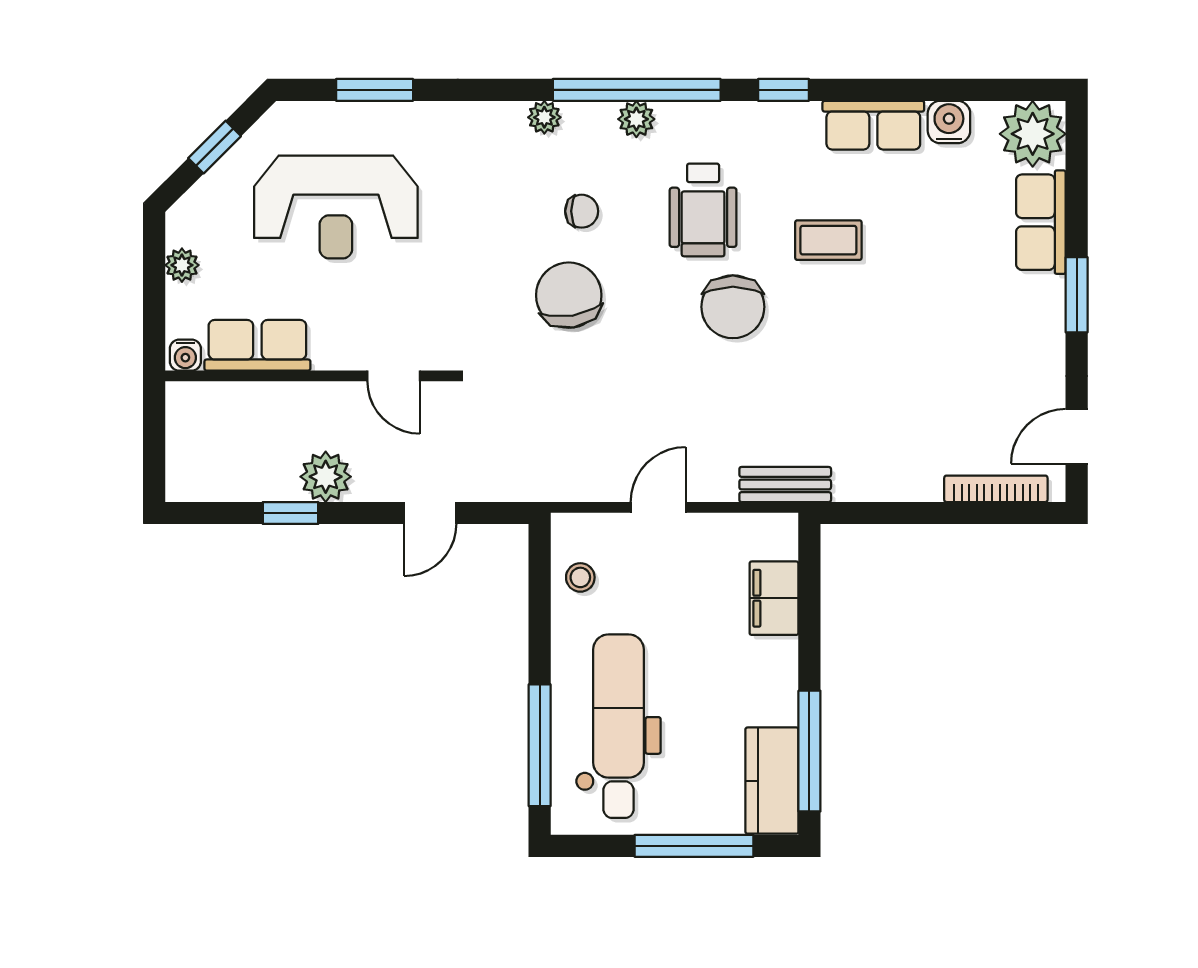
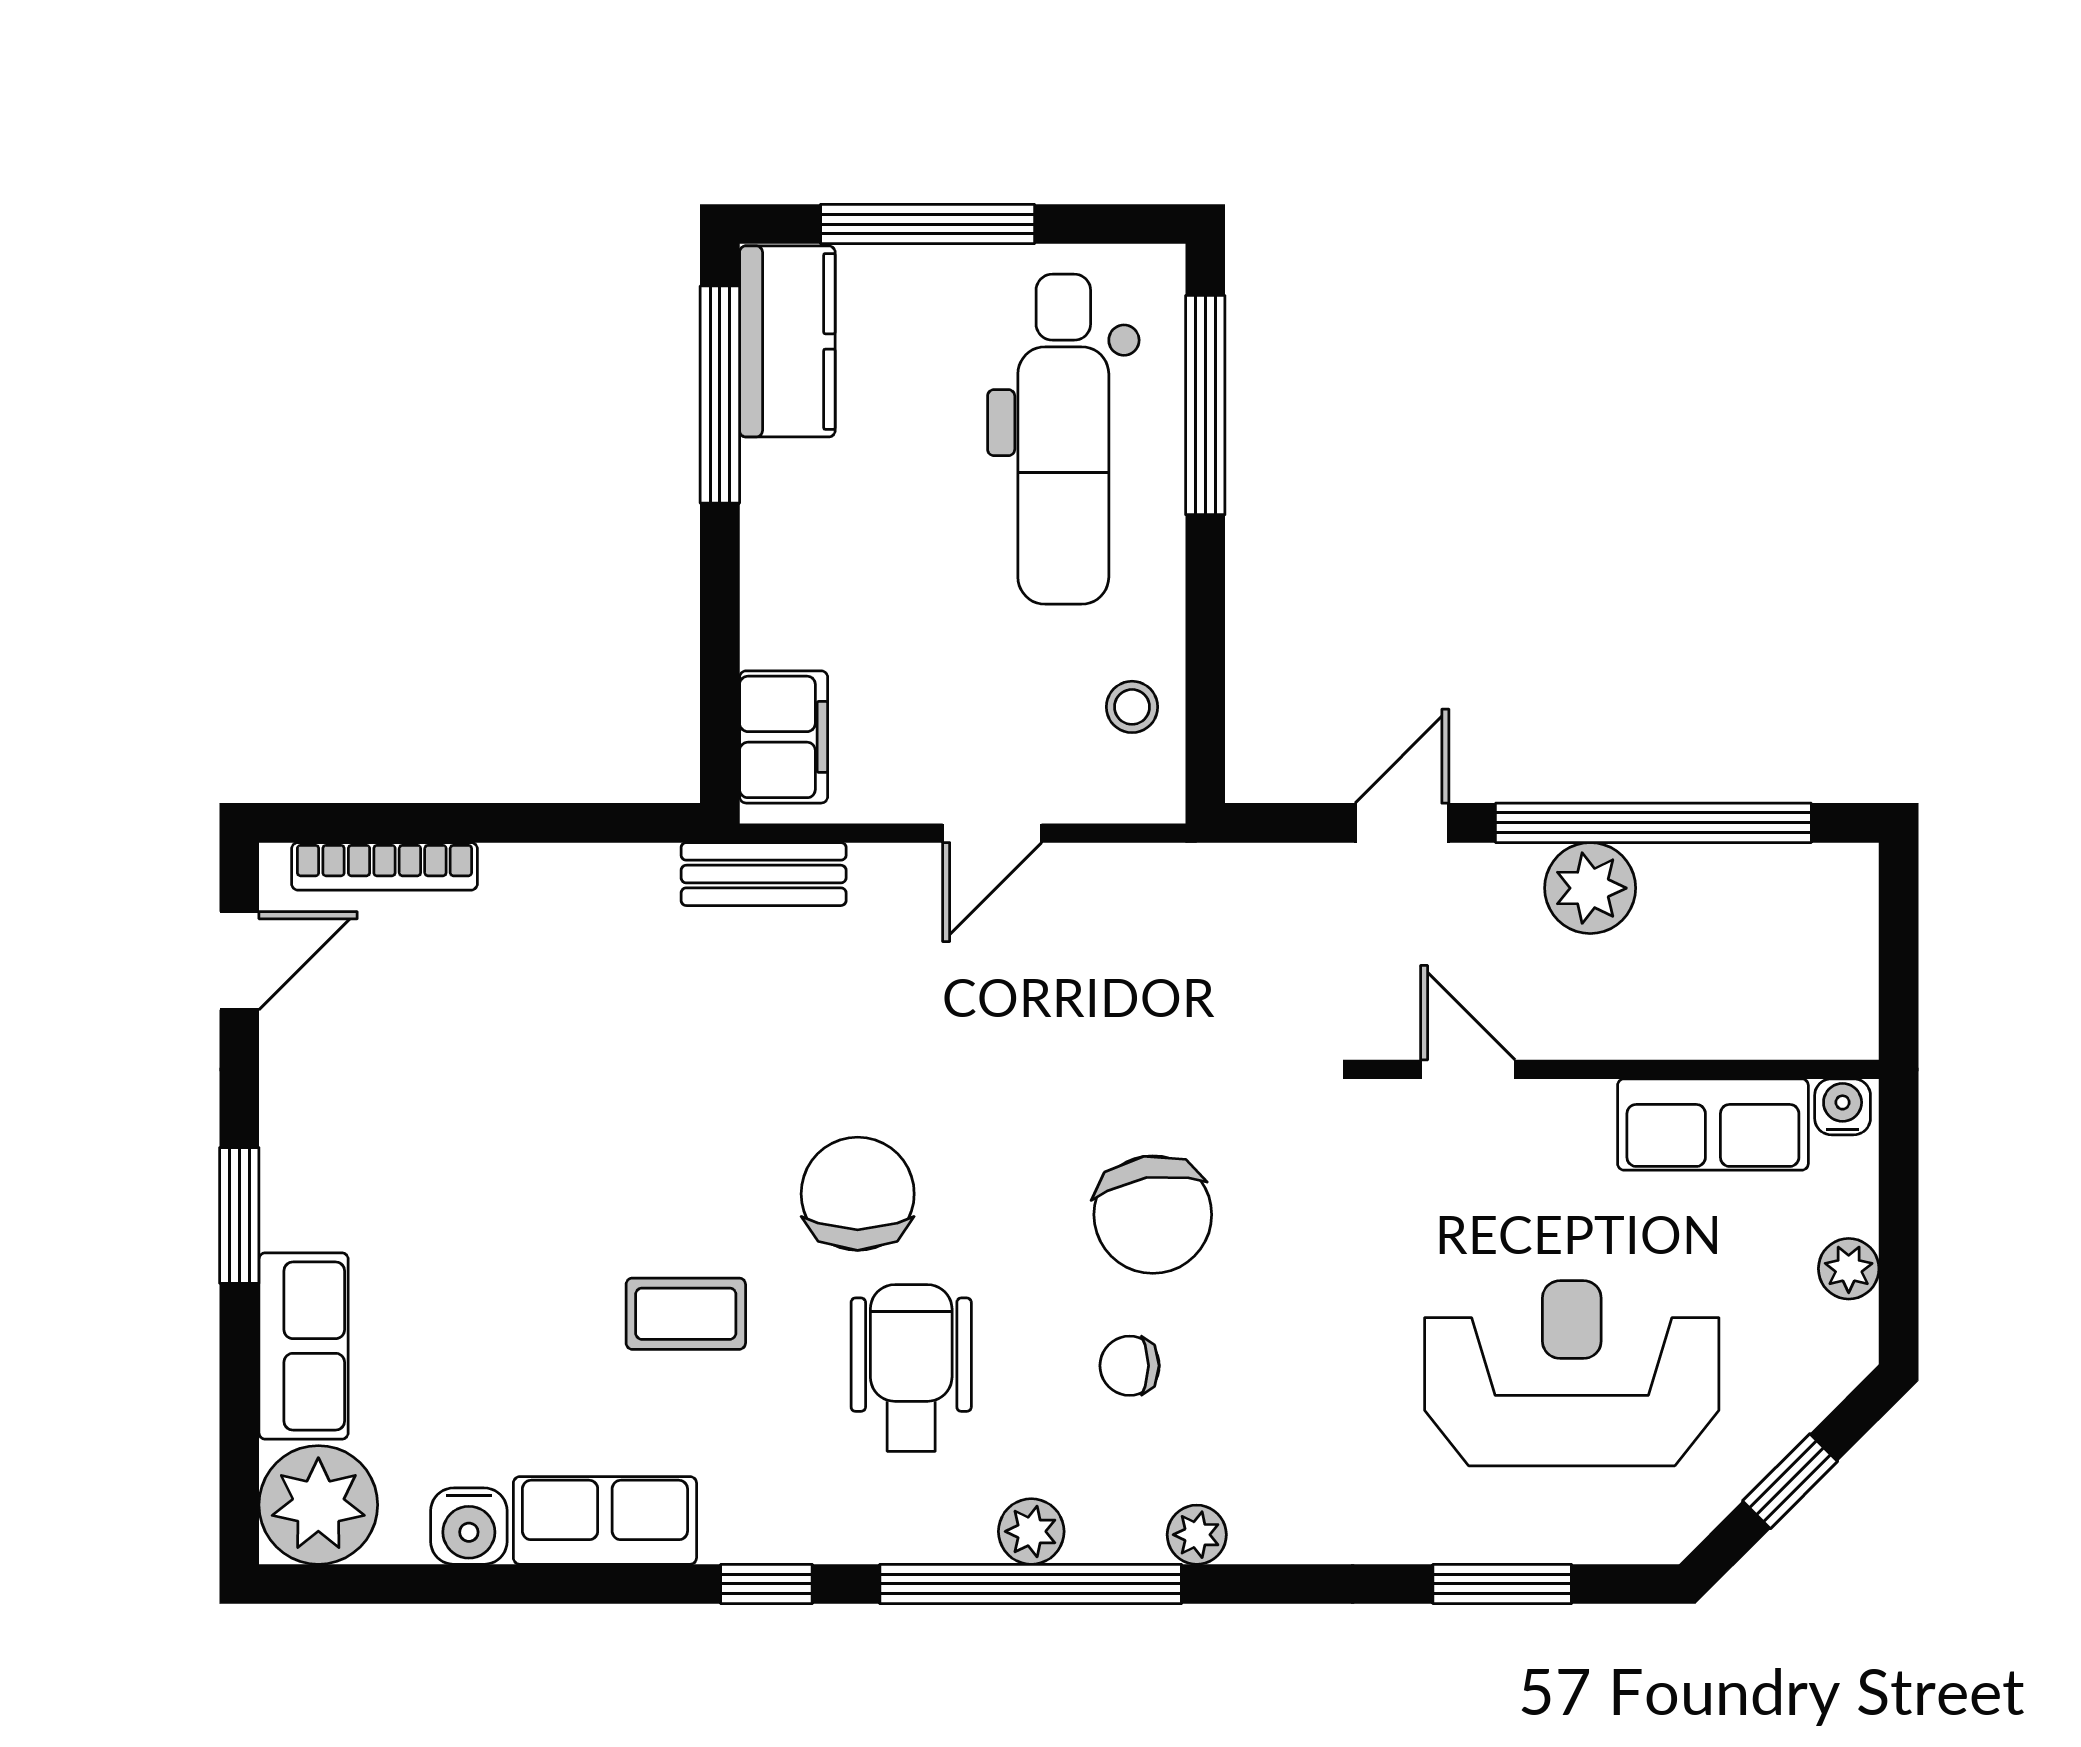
window: (291, 513) -> (1653, 823), width x3.17
filing cabinet: (774, 598) -> (784, 737), moved

